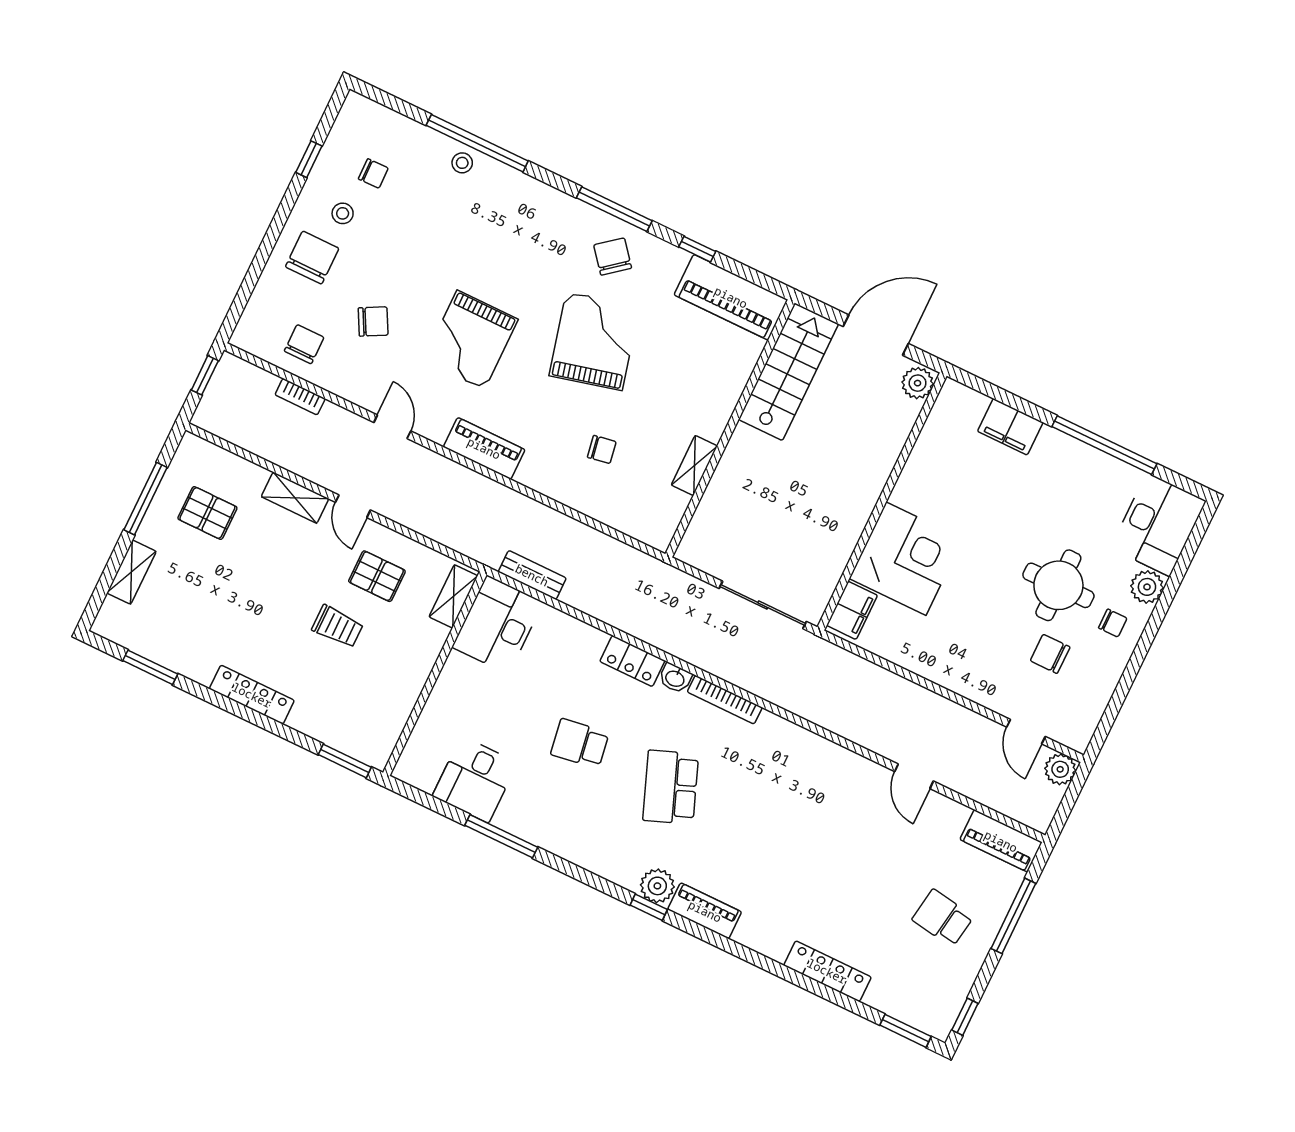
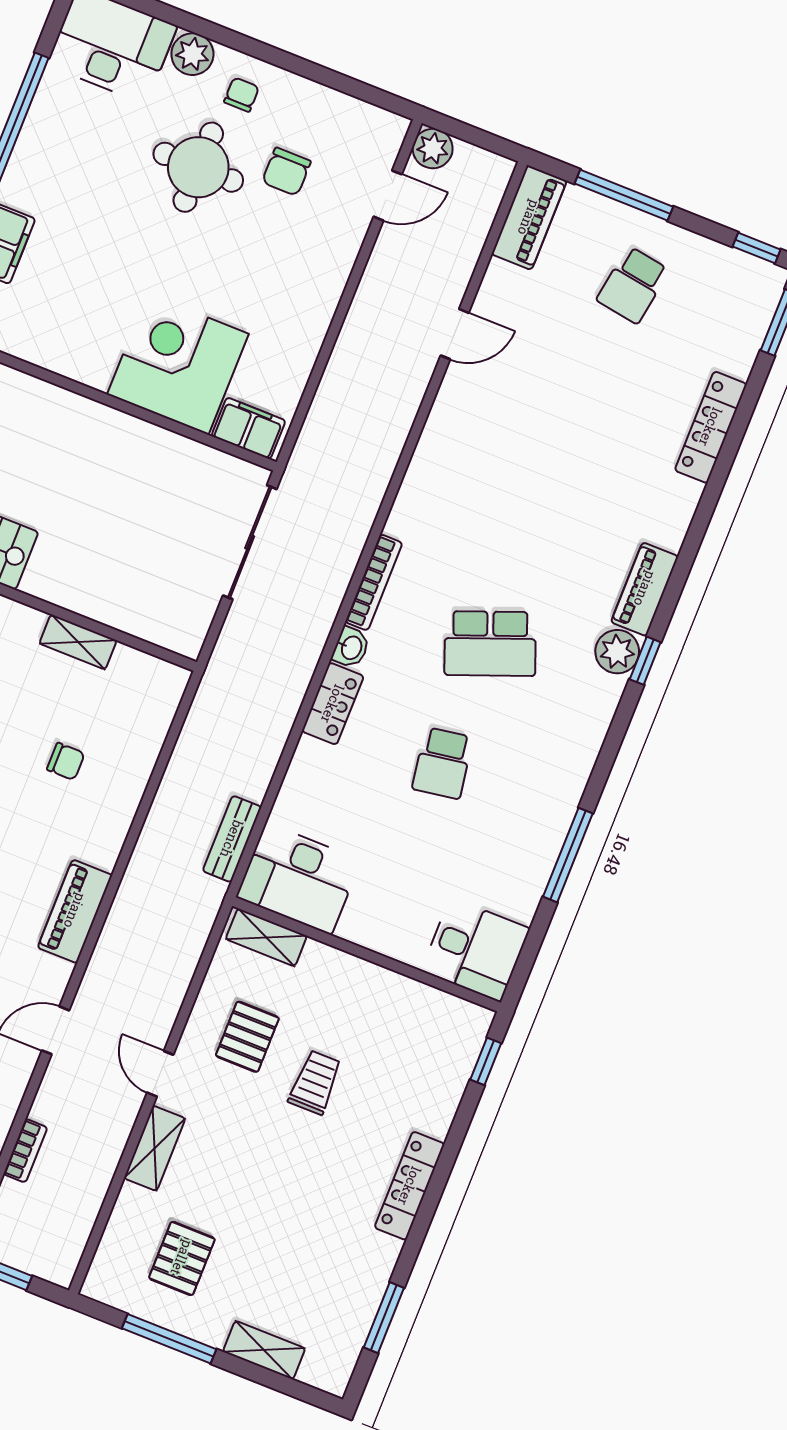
chair: (602, 449) -> (66, 761), turned 100
door: (353, 506) -> (160, 1074), swing flipped
window: (345, 761) -> (486, 1061), width x0.67
desk: (475, 779) -> (476, 950), moved

